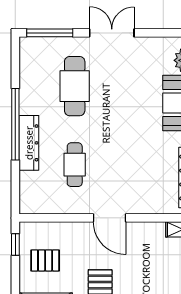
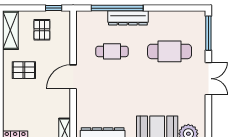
window: (15, 124) -> (117, 8), moved

